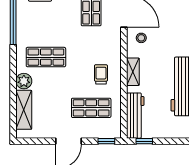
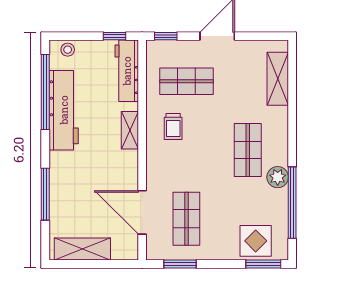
stool: (141, 38) -> (68, 50), moved
shop shelf: (46, 57) -> (248, 150), turned 90
plant: (24, 81) -> (278, 177), moved

